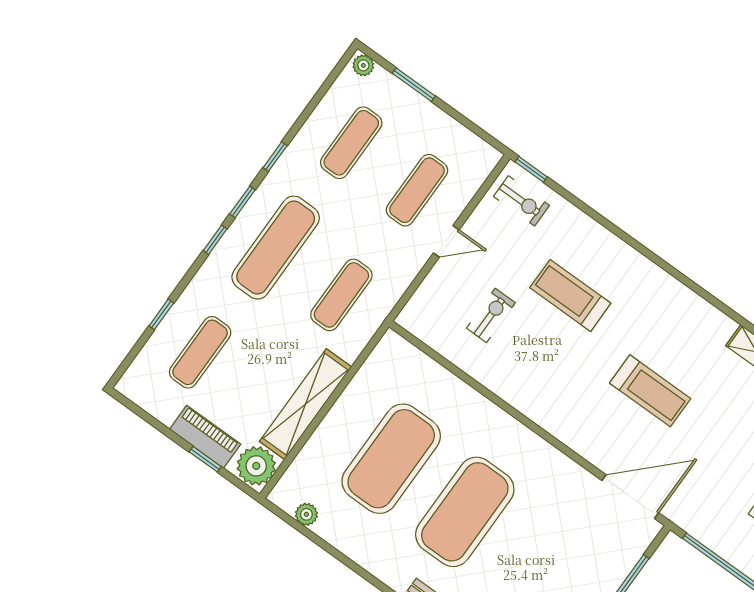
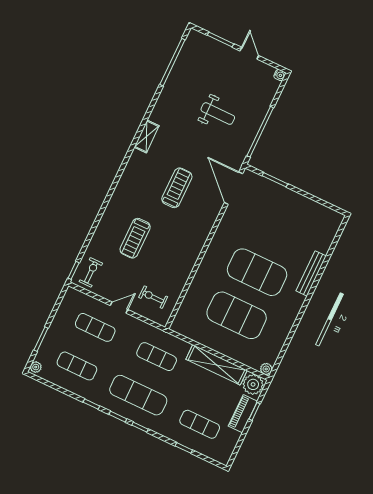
door: (446, 241) -> (119, 308), hinge flipped
exercise bike: (491, 315) -> (153, 297), moved
plant: (306, 514) -> (266, 369), moved

